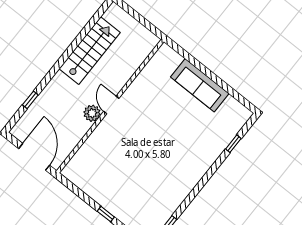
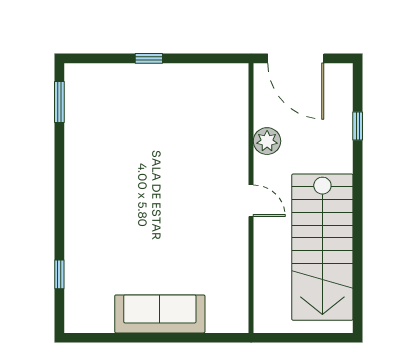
stairs: (90, 51) -> (322, 247), width x1.36, depth x1.51
plant: (92, 113) -> (267, 141), moved

